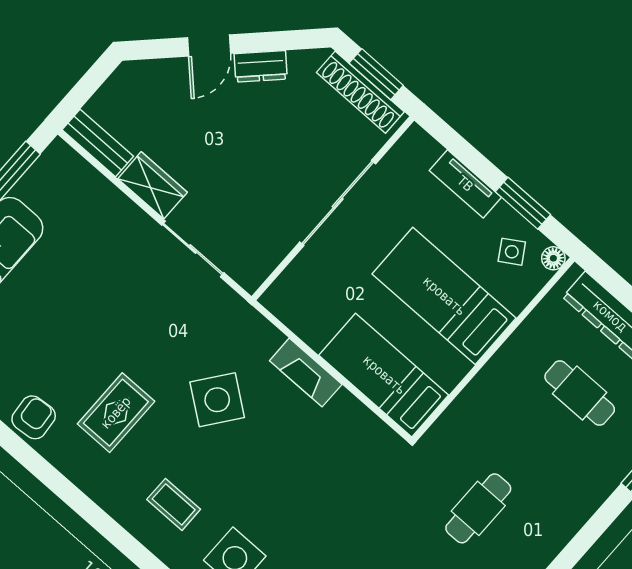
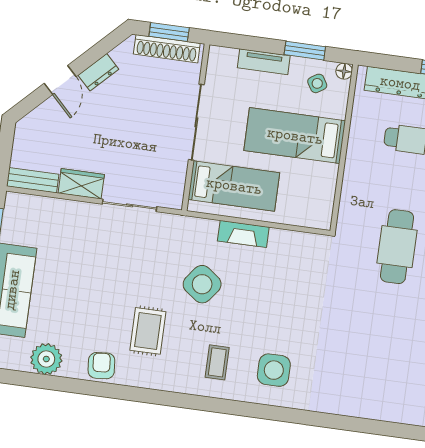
bed: (384, 375) -> (234, 186), moved, turned 180
coffee table: (174, 504) -> (217, 362), turned 90
cafe table: (478, 508) -> (397, 247), width x1.37, depth x1.35

